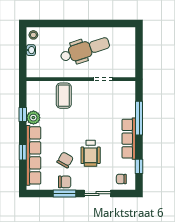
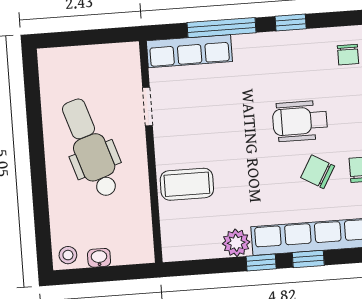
window: (23, 115) -> (261, 262), moved
row of seats: (129, 139) -> (189, 51), moved
wheelchair: (91, 153) -> (300, 121), turned 180
window: (139, 166) -> (291, 22), moved

